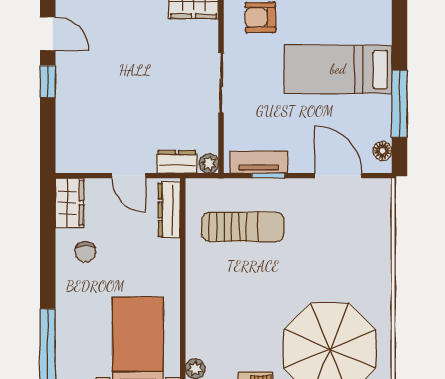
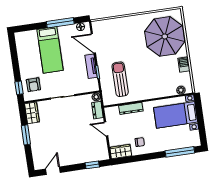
window: (48, 82) -> (92, 165), moved
tv unit: (259, 162) -> (91, 66), moved
door: (129, 176) -> (106, 129), swing flipped
door: (338, 176) -> (93, 43), hinge flipped
dresser: (169, 210) -> (131, 108), moved

